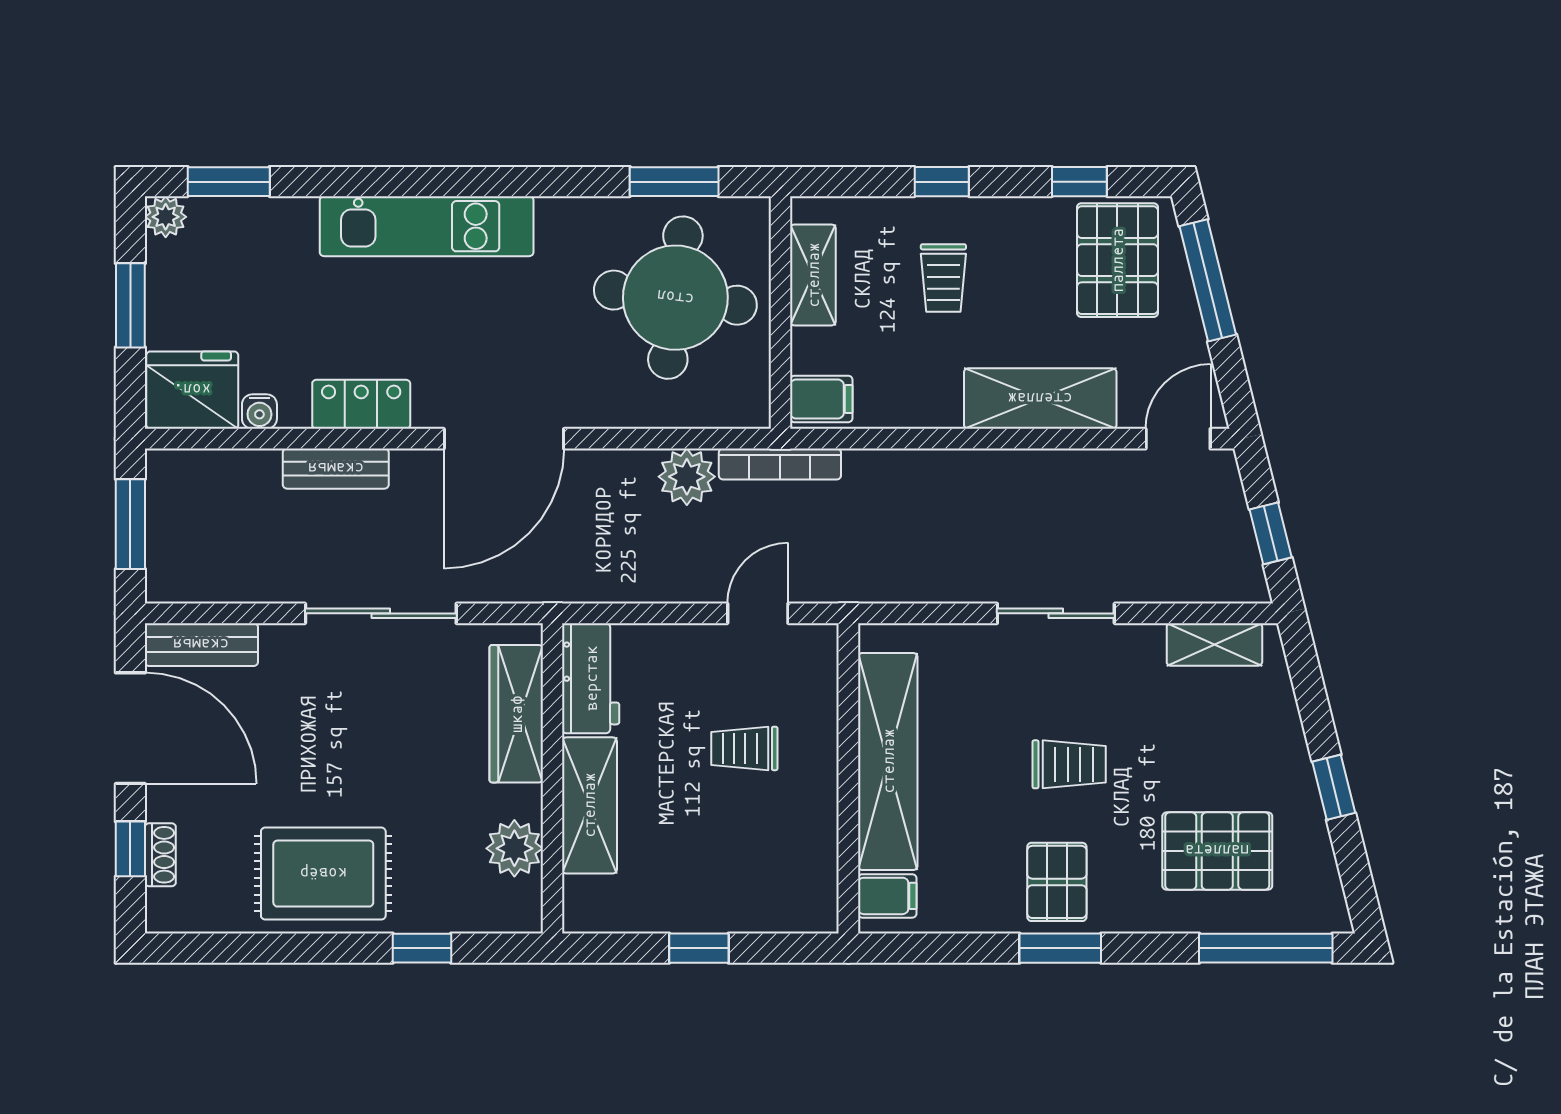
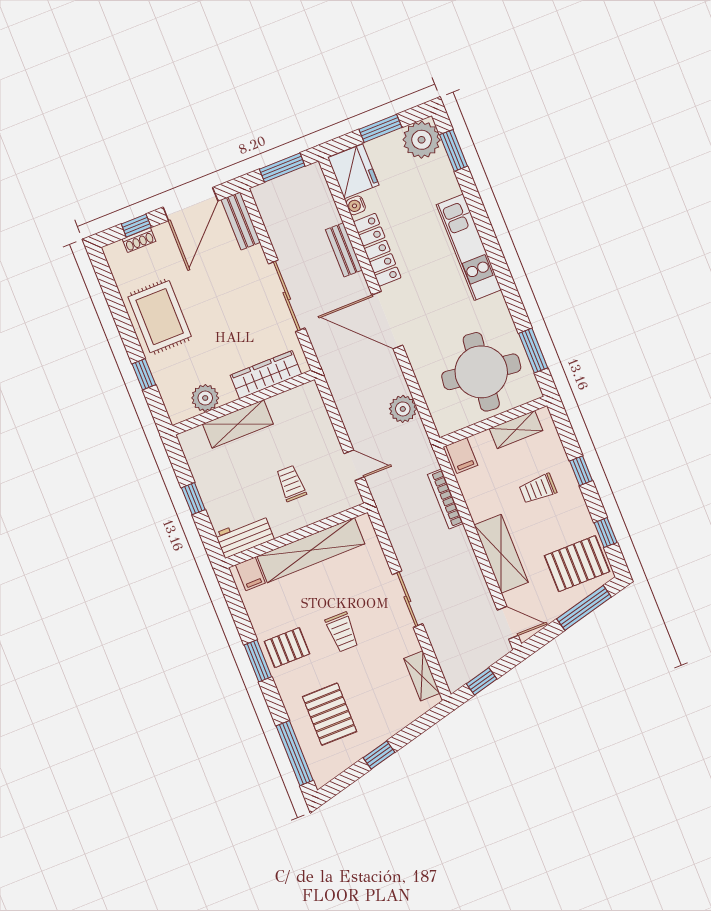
plant: (166, 217) -> (422, 140), width x1.87, depth x1.87
locker: (361, 404) -> (377, 250), width x1.53
bookcase: (780, 464) -> (445, 499), moved
workbench: (591, 678) -> (245, 536), moved, turned 180

